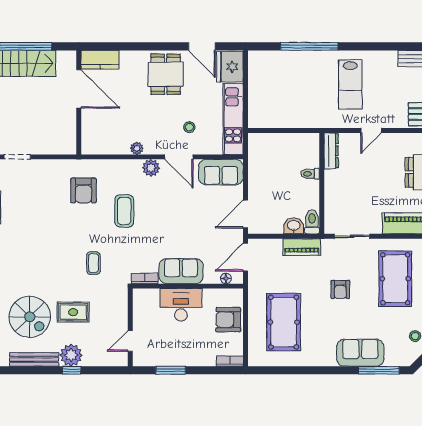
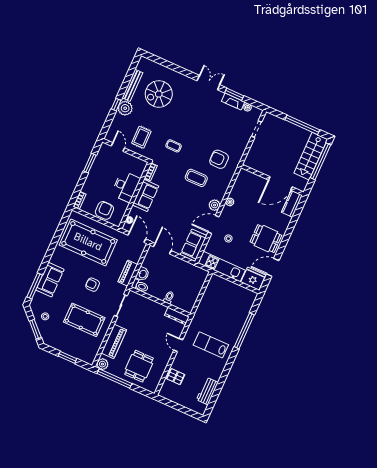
rug: (73, 312) -> (141, 137), moved
pool table: (284, 322) -> (88, 242), width x1.36, depth x1.32

